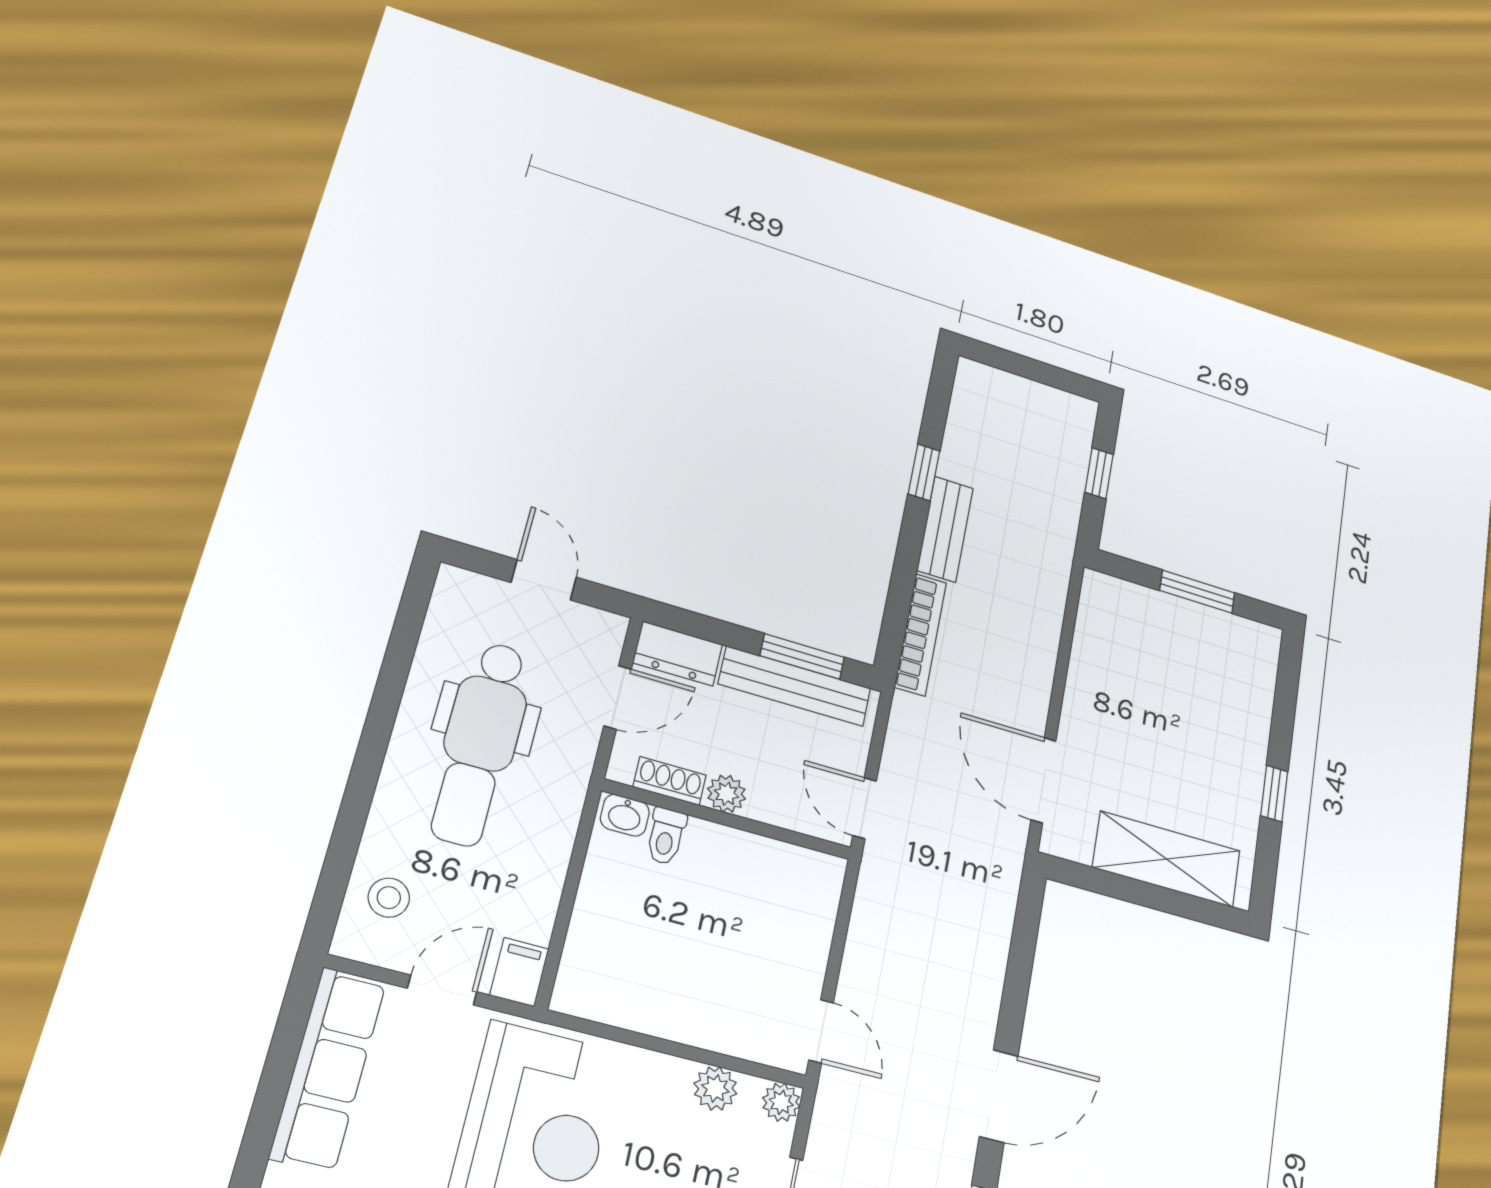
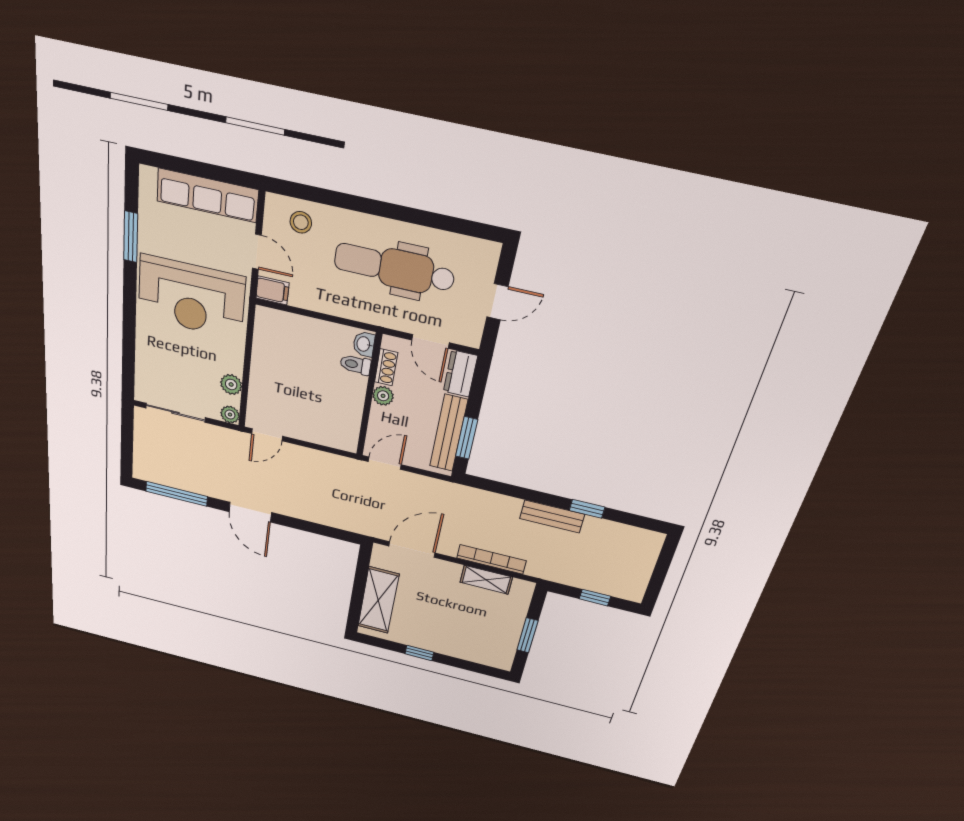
bookcase: (920, 635) -> (491, 559), moved, turned 180
shelving: (1090, 652) -> (486, 580), added

